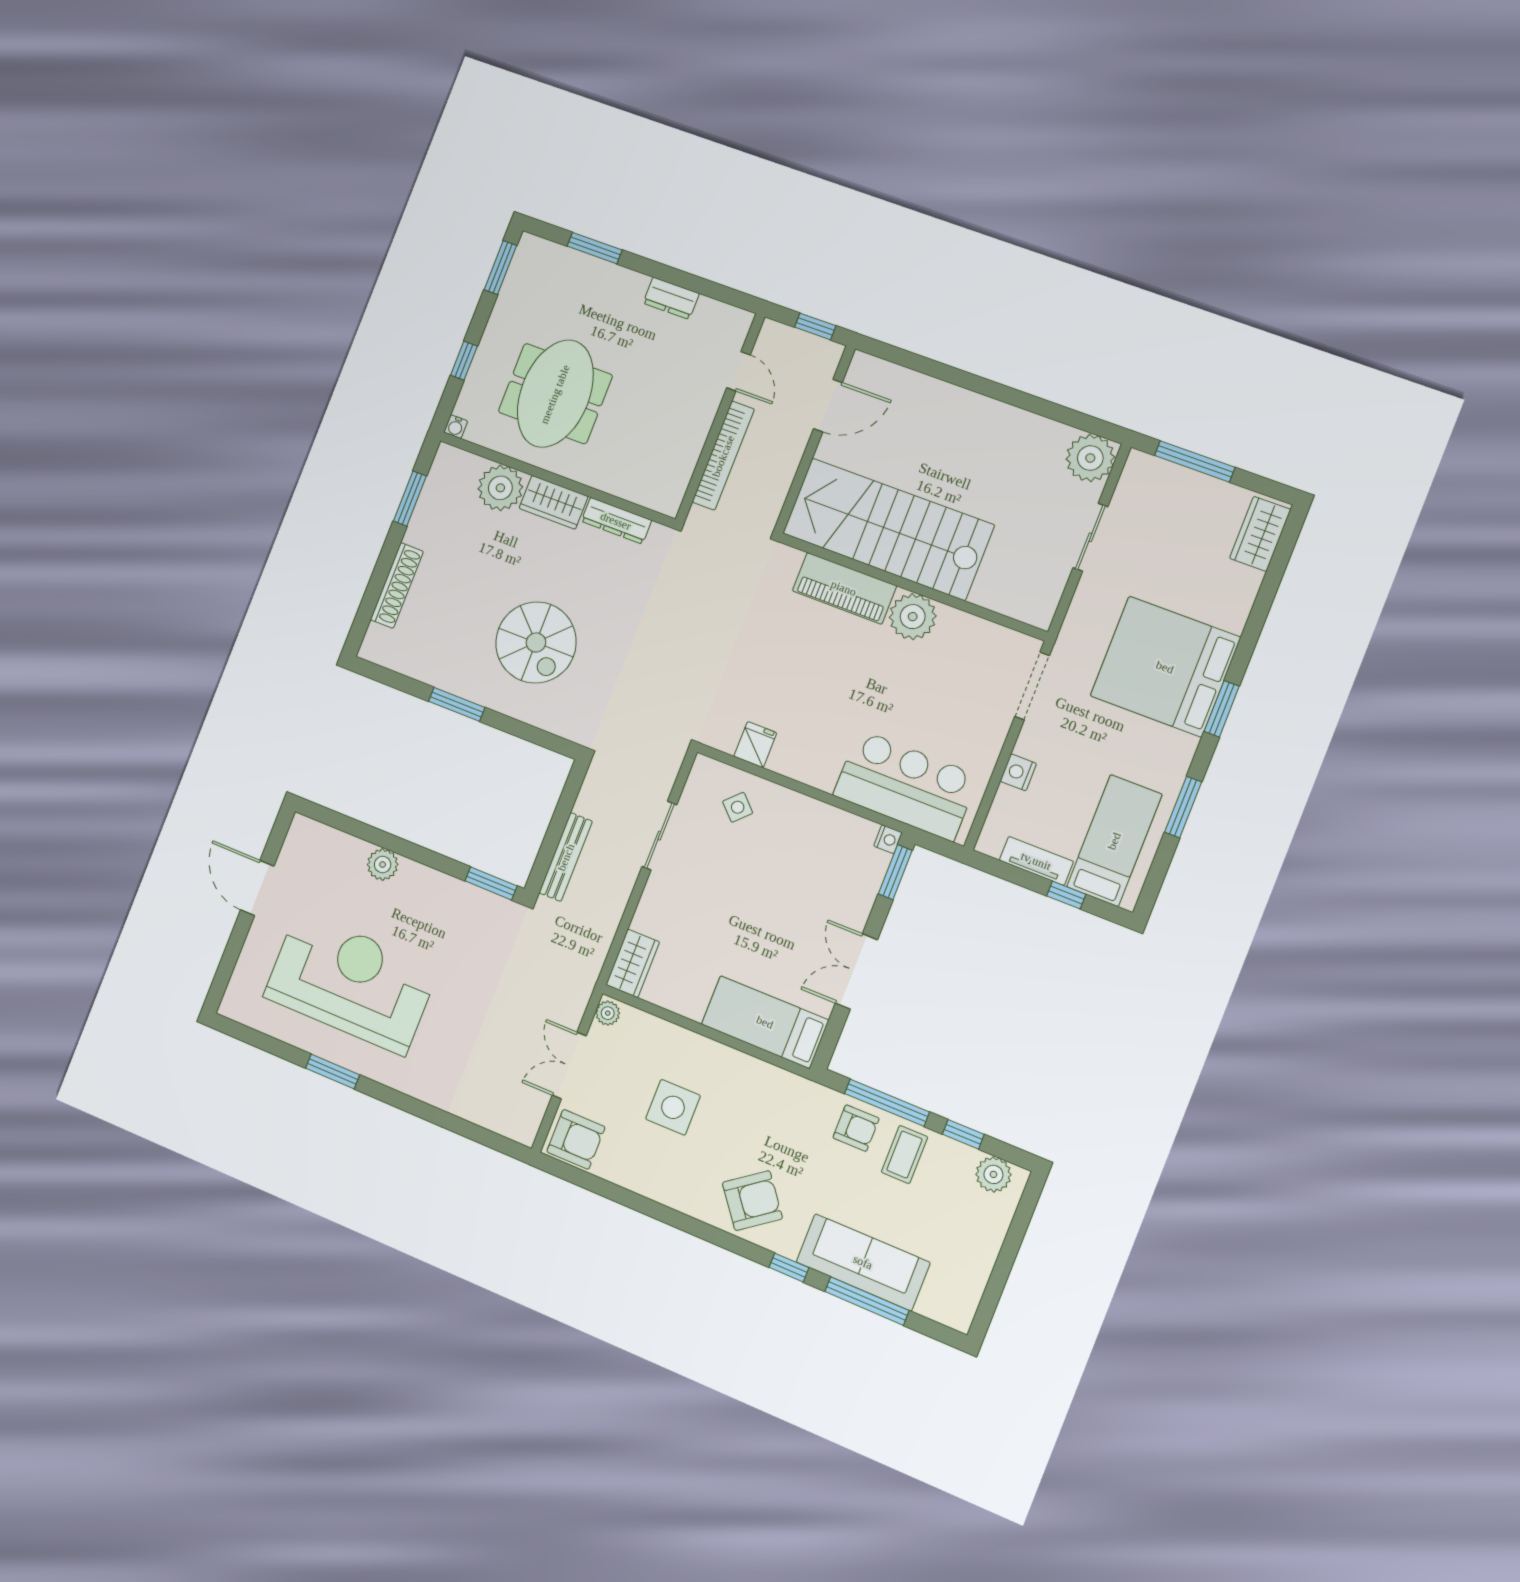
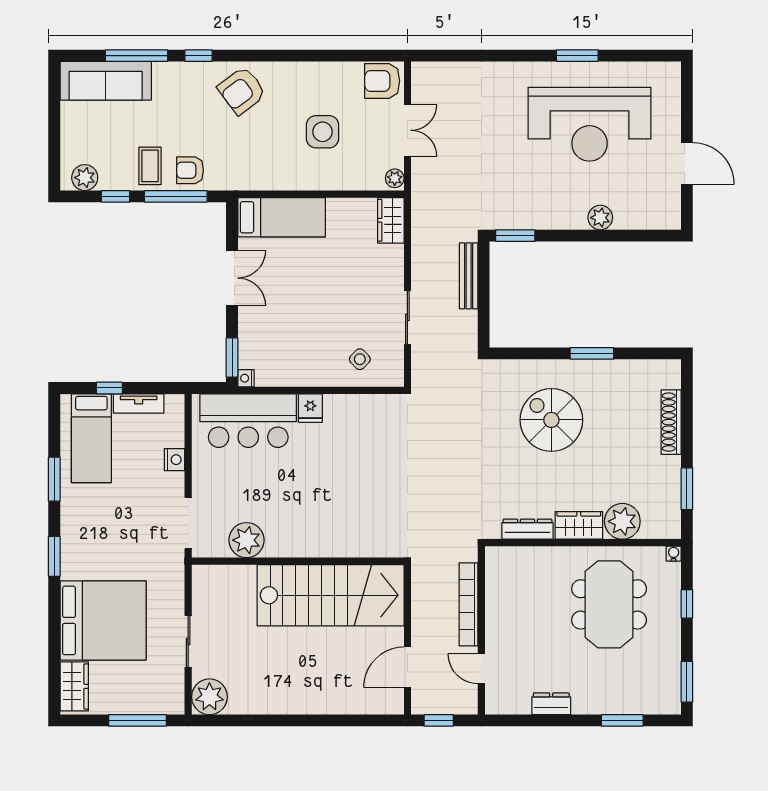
piano: (844, 588) -> (345, 542), removed
plant: (913, 617) -> (246, 540), moved
bed: (1165, 667) -> (103, 620), moved
fridge: (755, 745) -> (310, 408), moved
sofa: (863, 1262) -> (106, 81), moved

